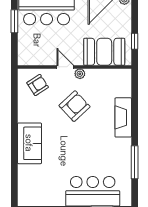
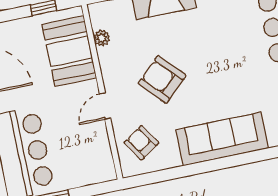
plant: (80, 74) -> (102, 38), moved
sofa: (29, 143) -> (222, 139), width x1.36

